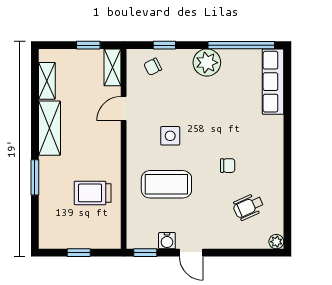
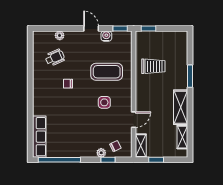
plant: (207, 63) -> (101, 153), moved, width x0.53, depth x0.53
plant: (276, 242) -> (60, 35), moved
window: (79, 253) -> (149, 28), moved

